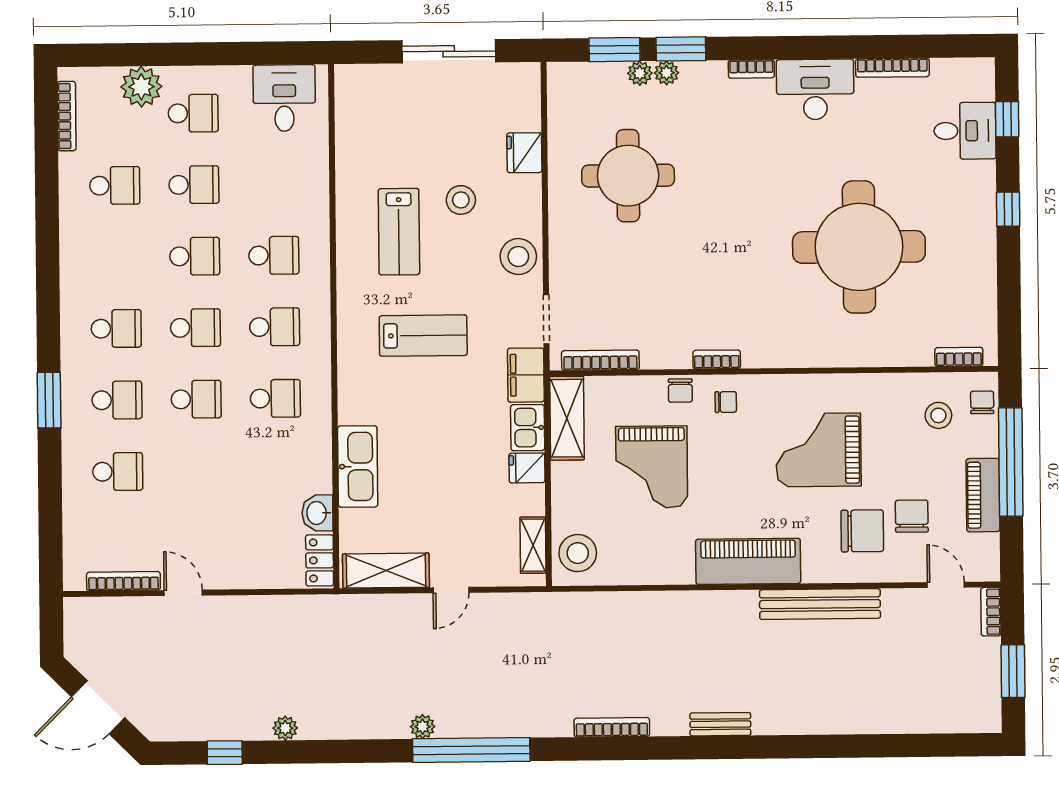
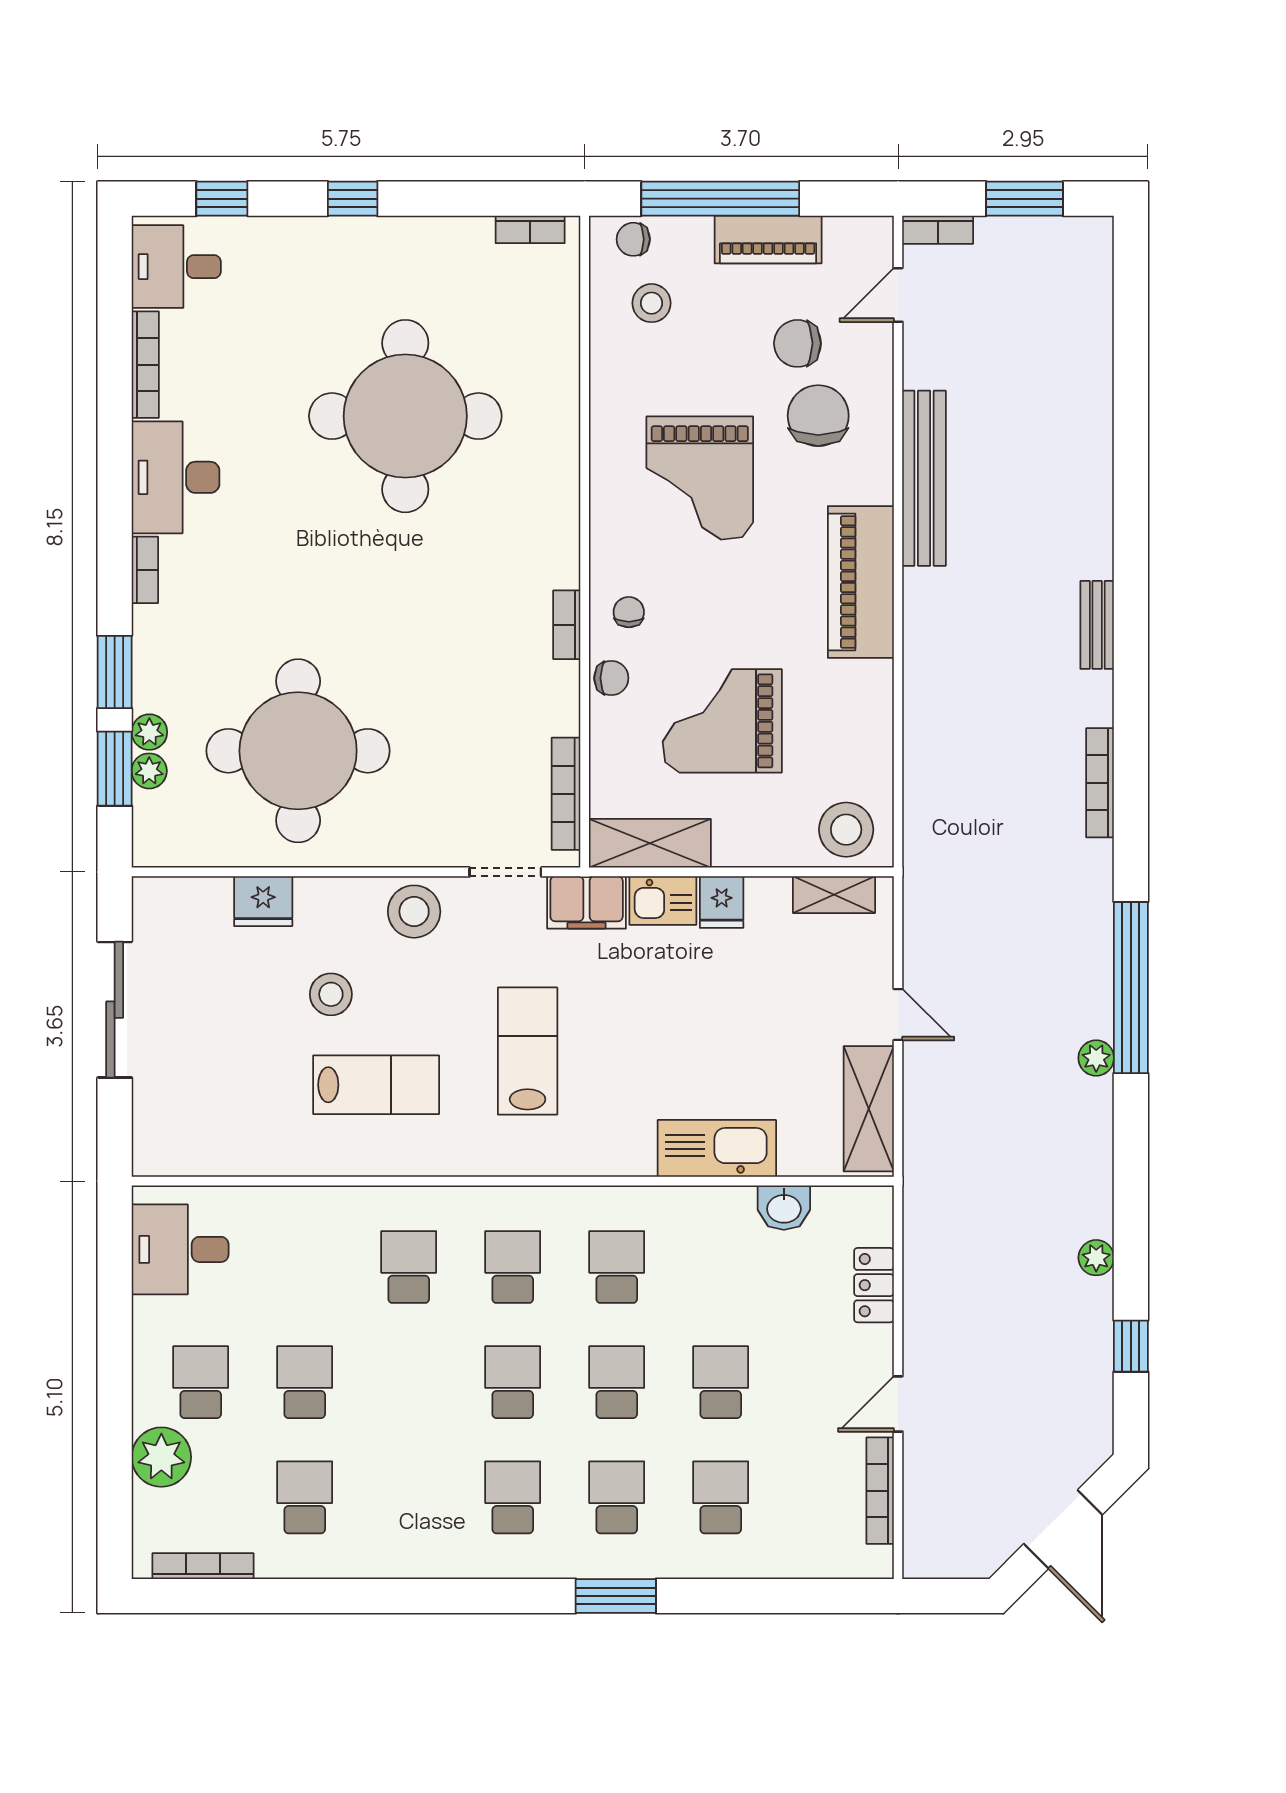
plant: (667, 73) -> (149, 771), moved
desk: (965, 131) -> (176, 267), moved, turned -90
round table: (628, 176) -> (298, 751), width x1.36, depth x1.36
school desk: (195, 256) -> (721, 1382), moved
bookcase: (959, 357) -> (530, 229), moved, turned -90
grand piano: (652, 467) -> (722, 721), turned 180
locker: (320, 560) -> (874, 1285), moved, turned 90

